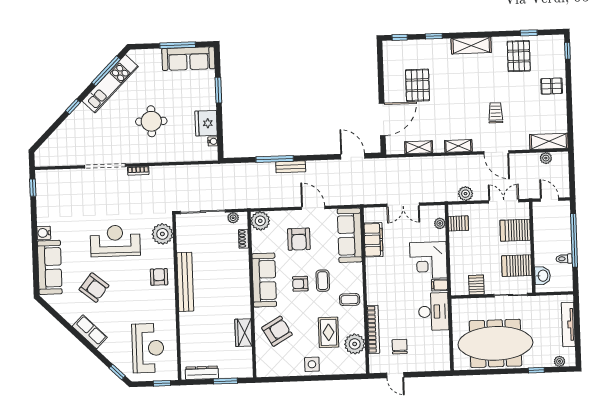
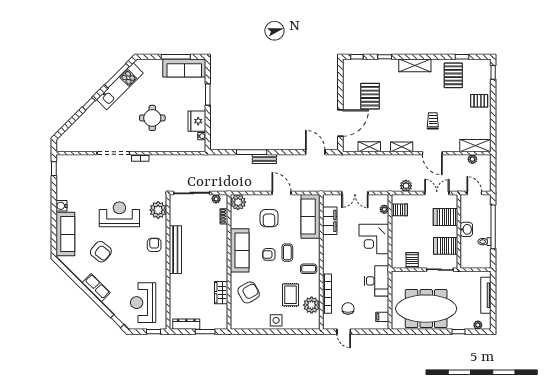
washbasin: (542, 276) -> (466, 229), moved
filing cabinet: (440, 285) -> (382, 317), moved
reception desk: (148, 348) -> (143, 303), turned 180

